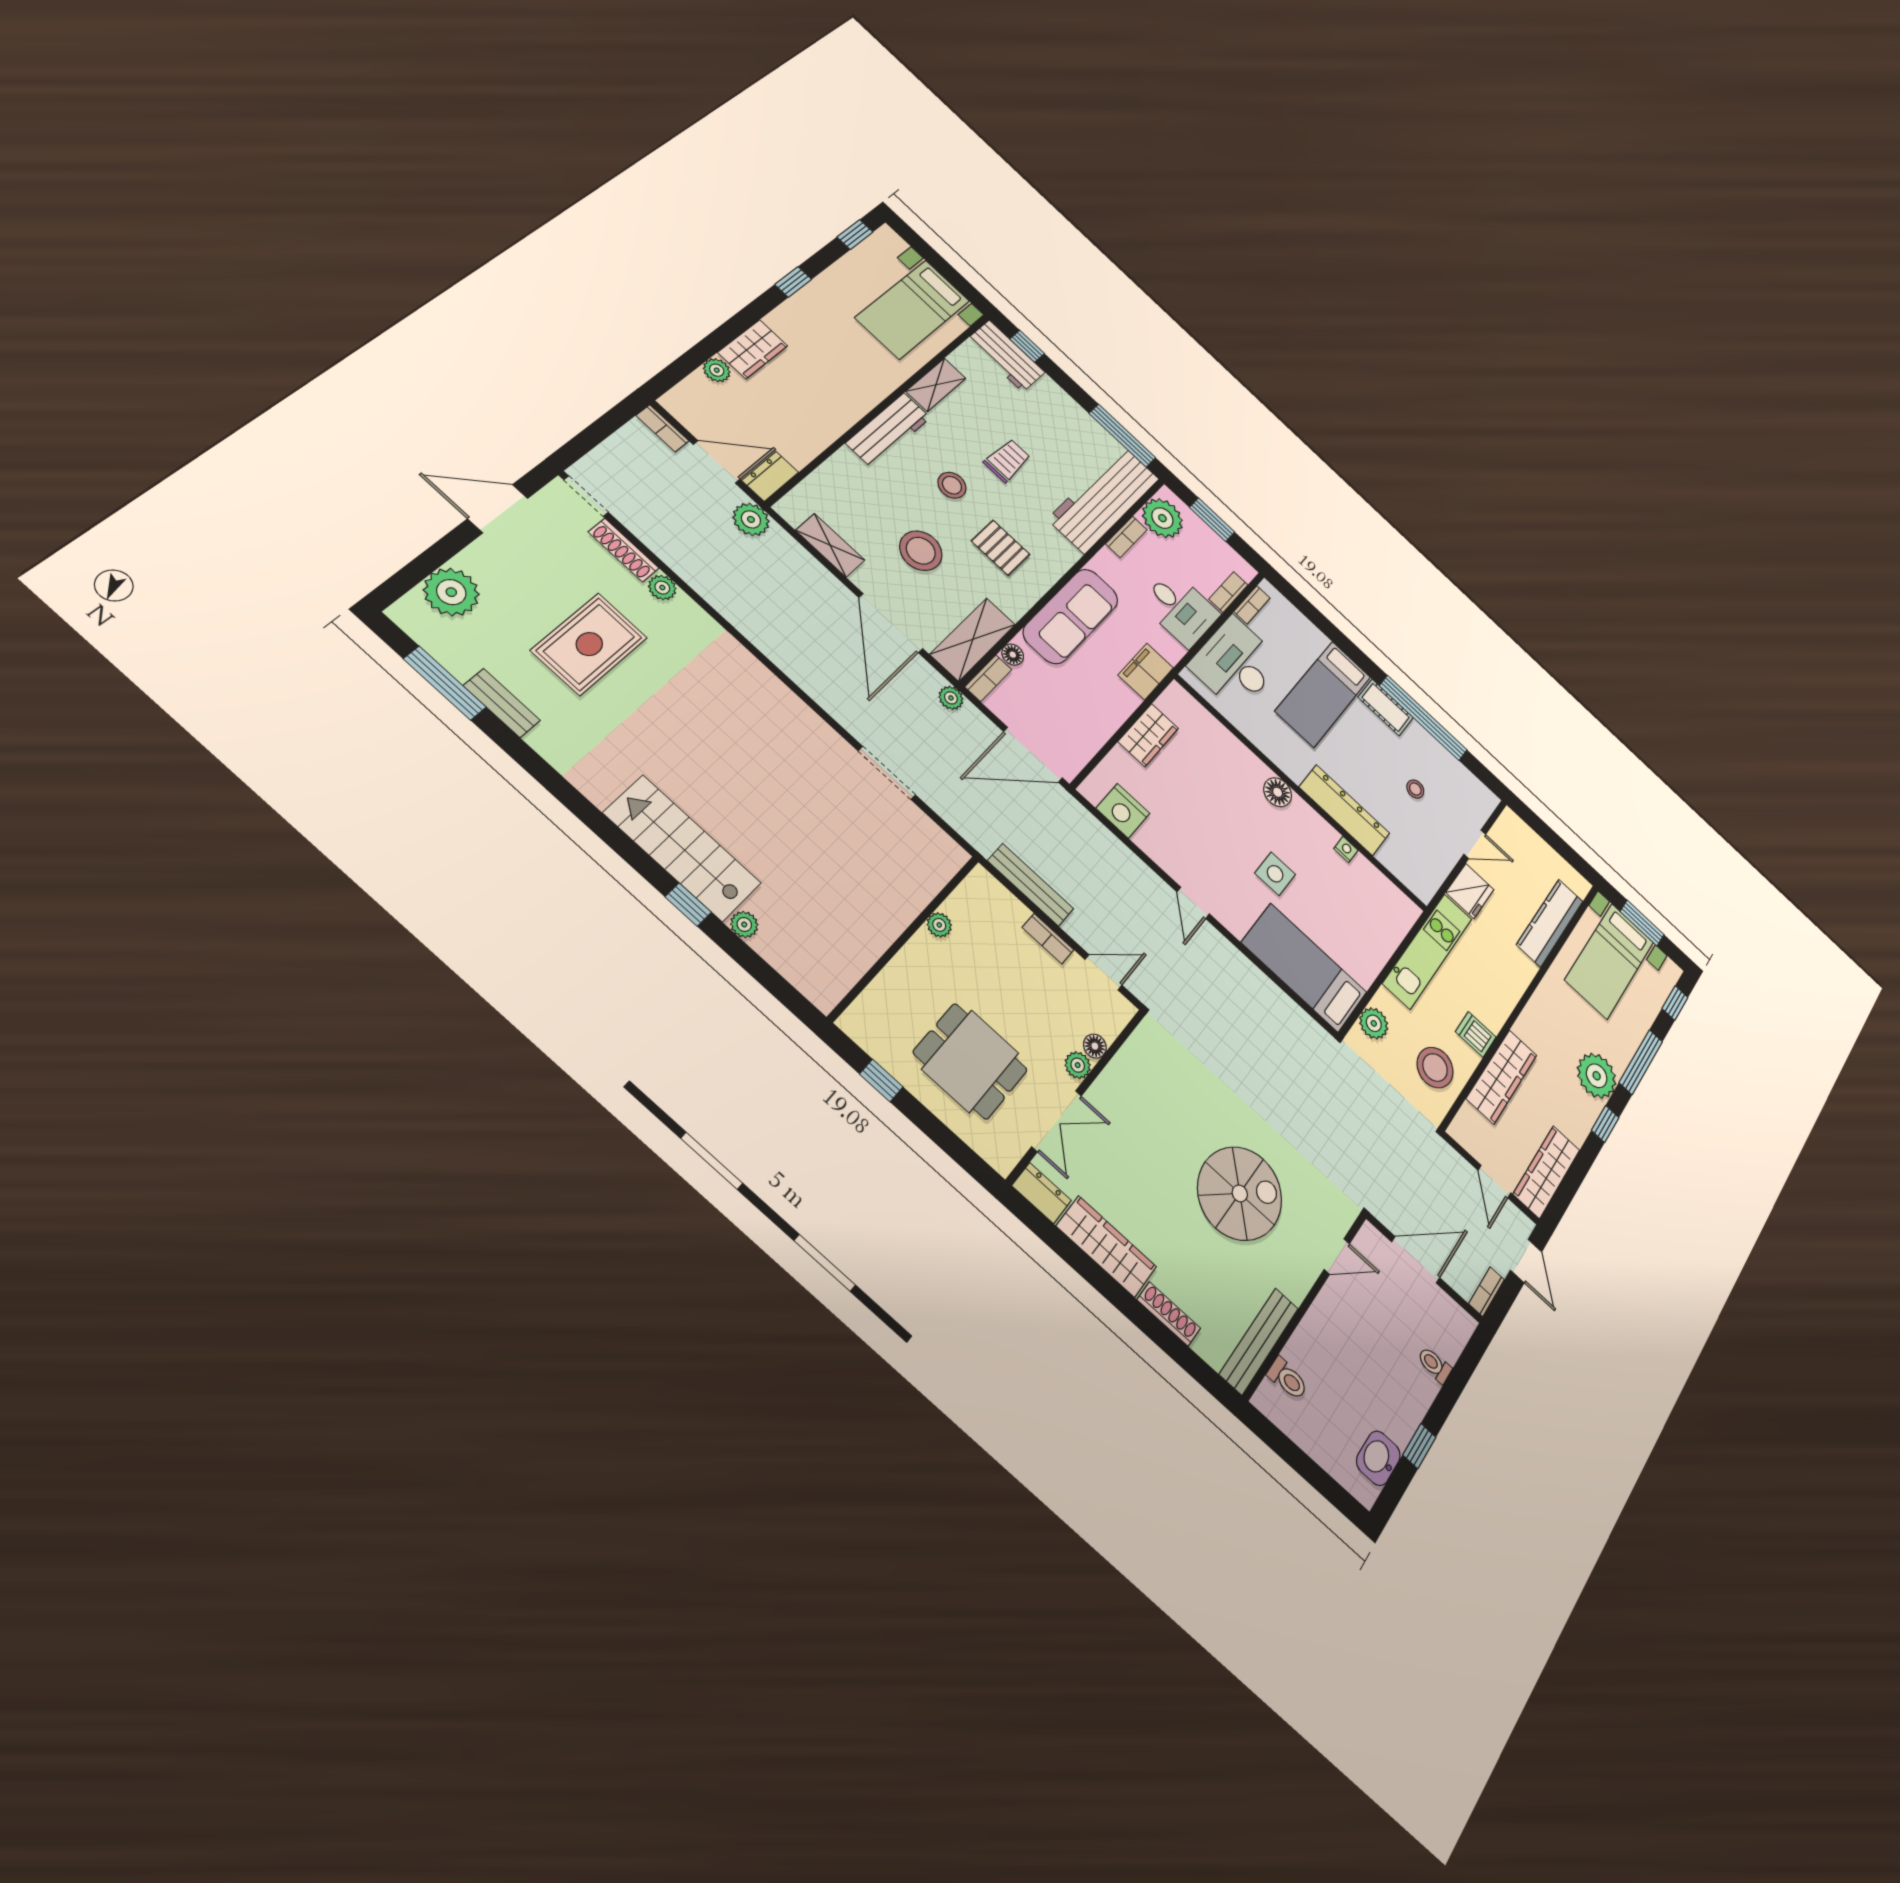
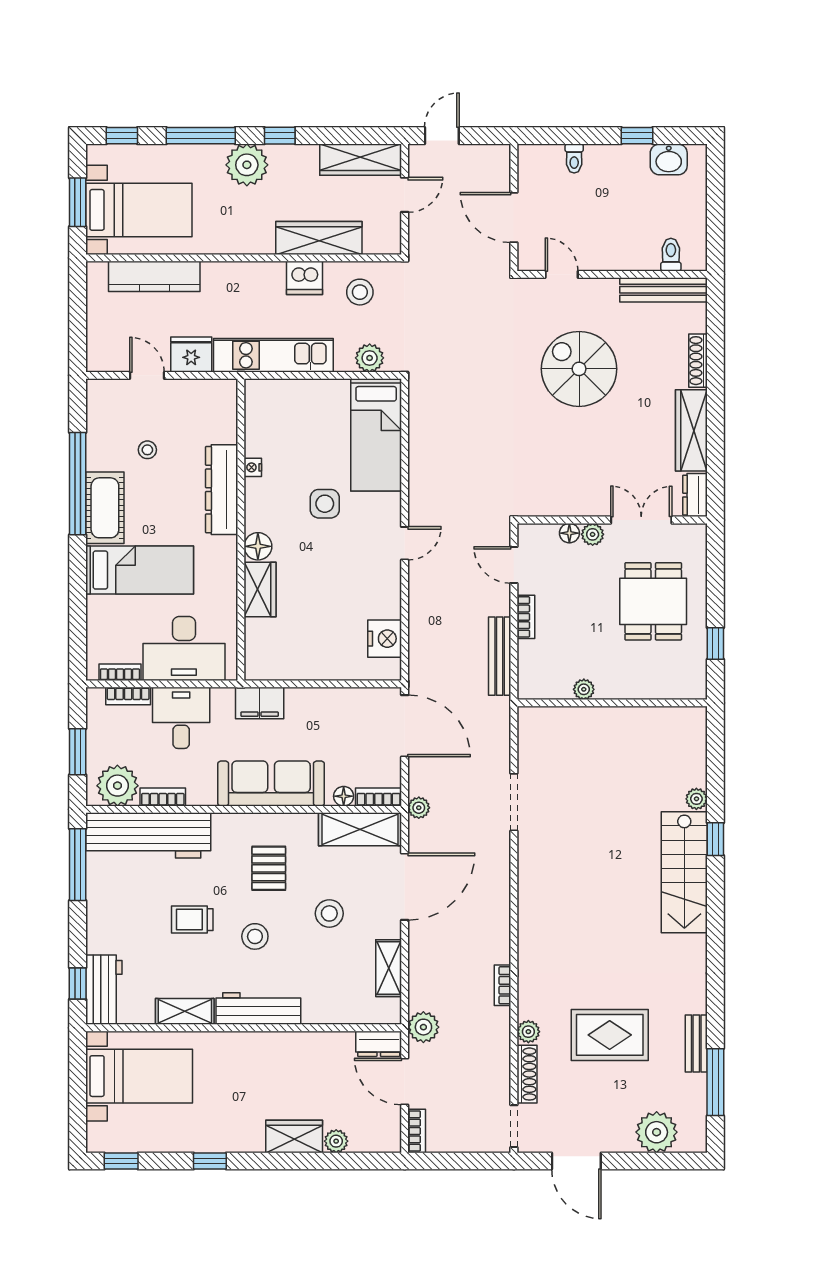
stool: (921, 551) -> (329, 913), width x0.73, depth x0.73
cot: (1386, 707) -> (105, 508), width x1.37, depth x1.34
wardrobe: (1148, 735) -> (260, 590), moved, turned 90
dishwasher: (1476, 1034) -> (304, 278), width x1.38
stool: (1435, 1068) -> (360, 292), width x0.73, depth x0.73
bookcase: (1487, 1291) -> (502, 985), moved, turned 90

